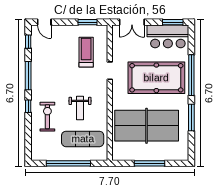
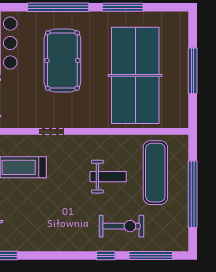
window: (28, 76) -> (151, 256), moved
pool table: (156, 78) -> (62, 60), width x0.73, depth x0.76
exercise bike: (47, 117) -> (122, 226), turned 180

